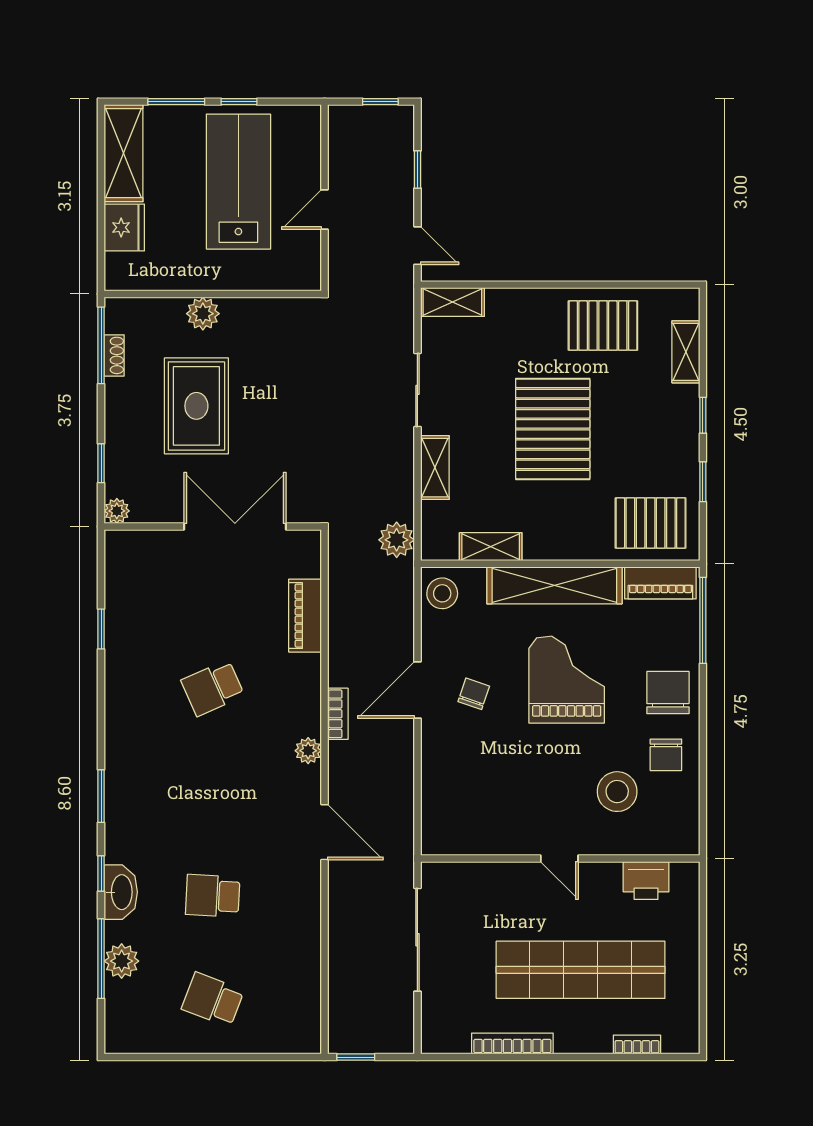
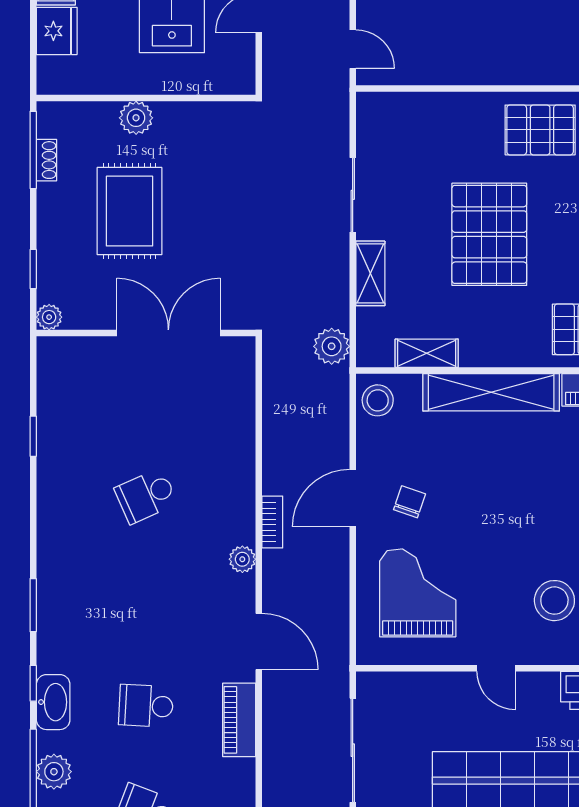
shelving: (452, 302) -> (388, 106), removed
piano: (305, 616) -> (239, 720), moved
grand piano: (567, 680) -> (418, 593), moved

